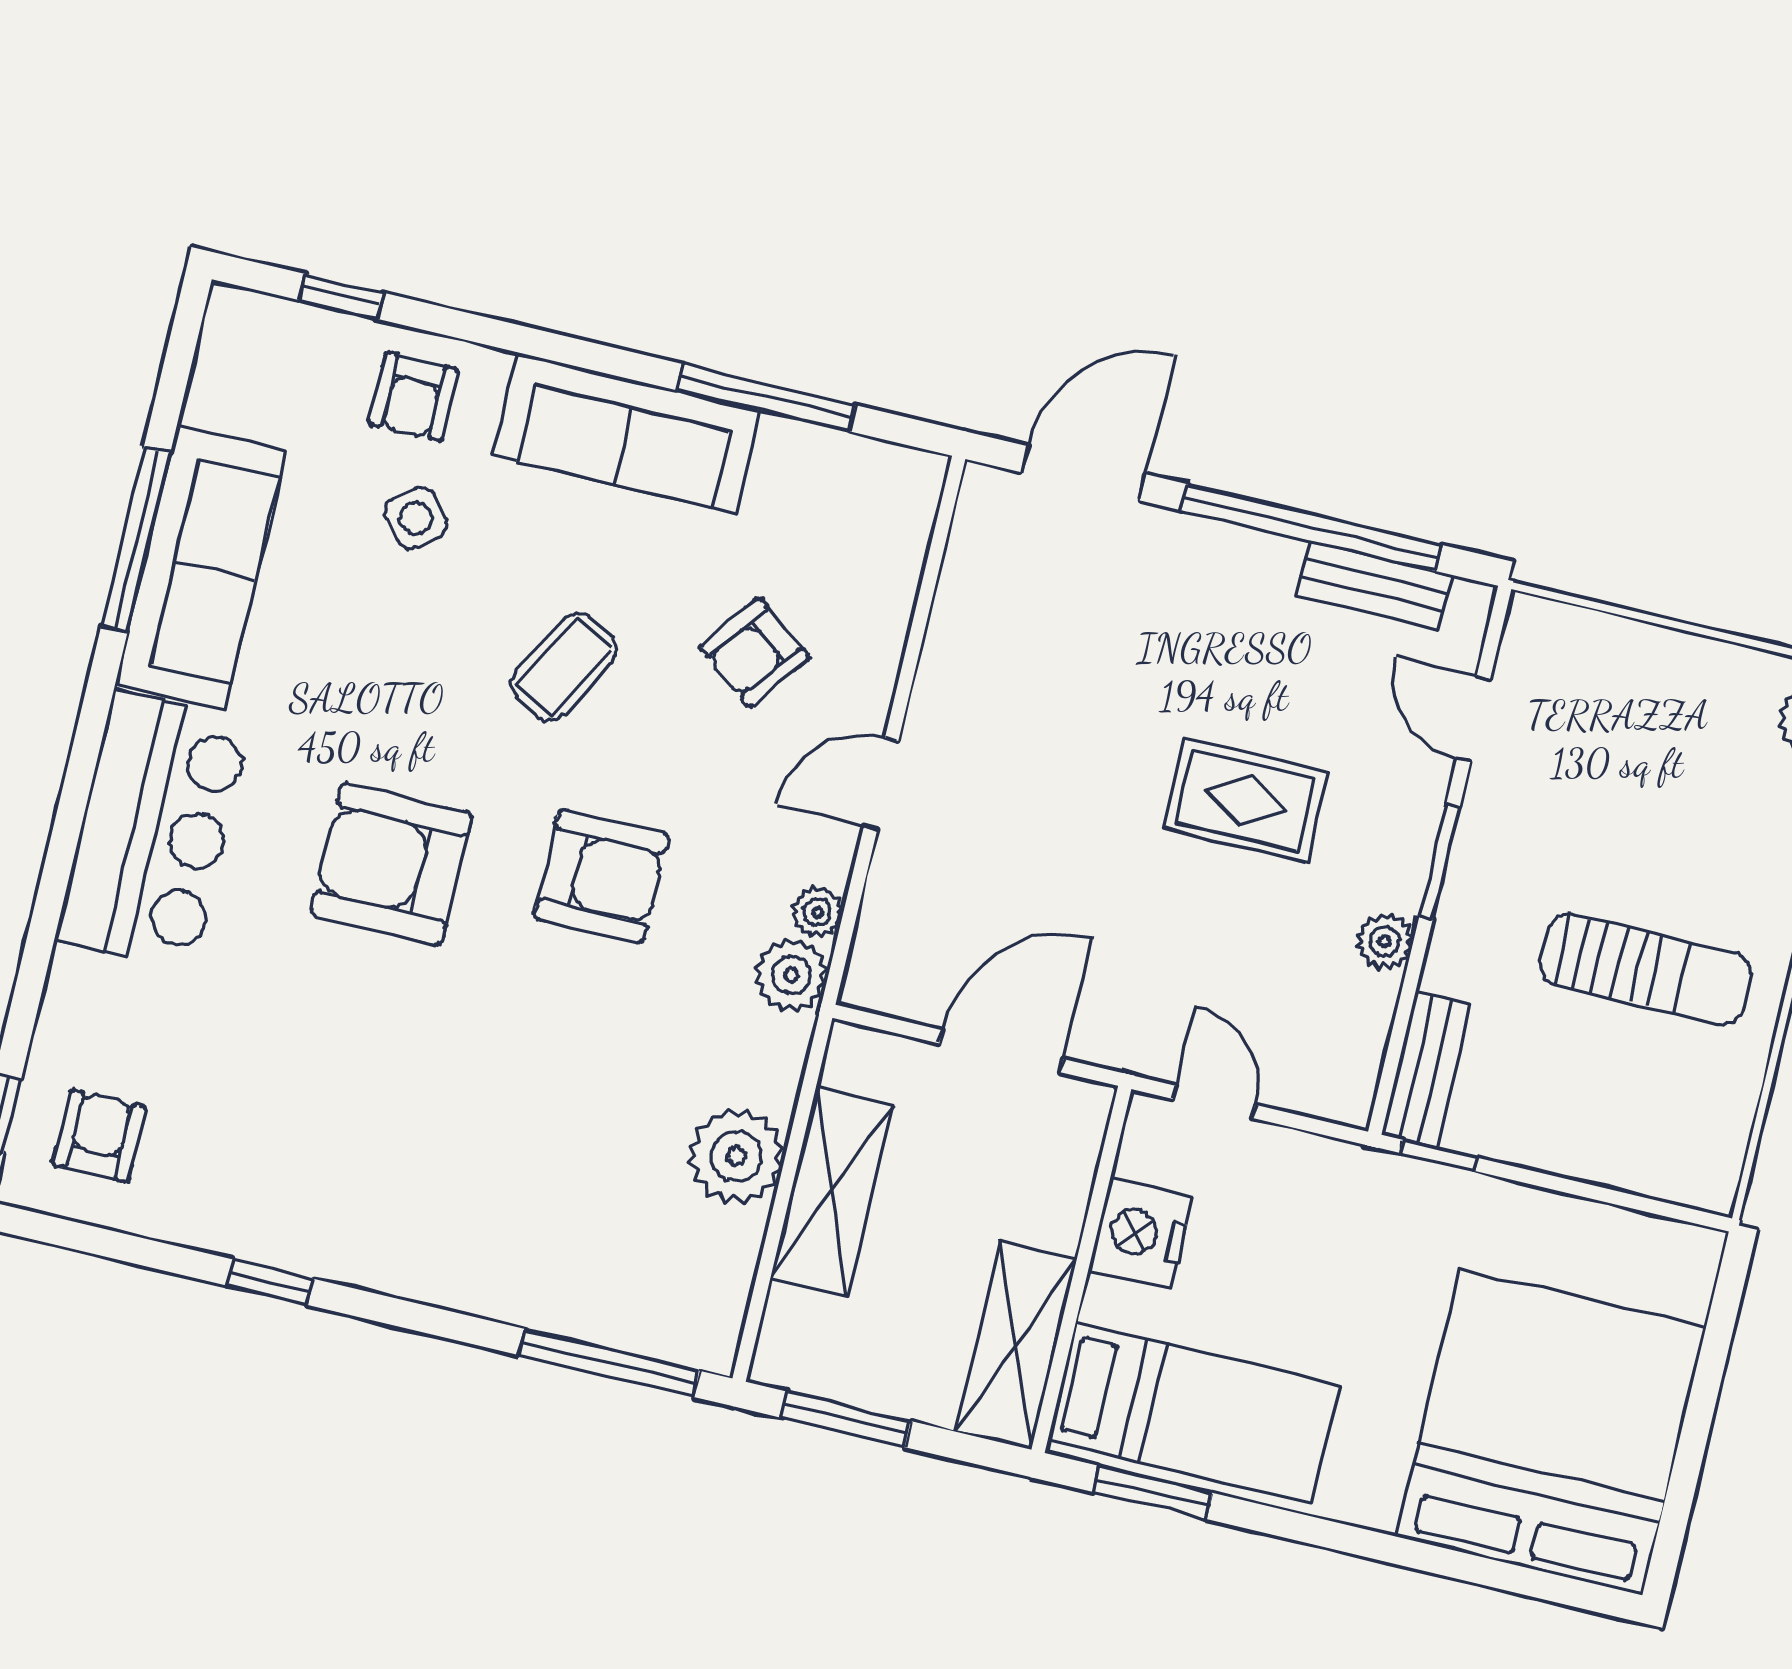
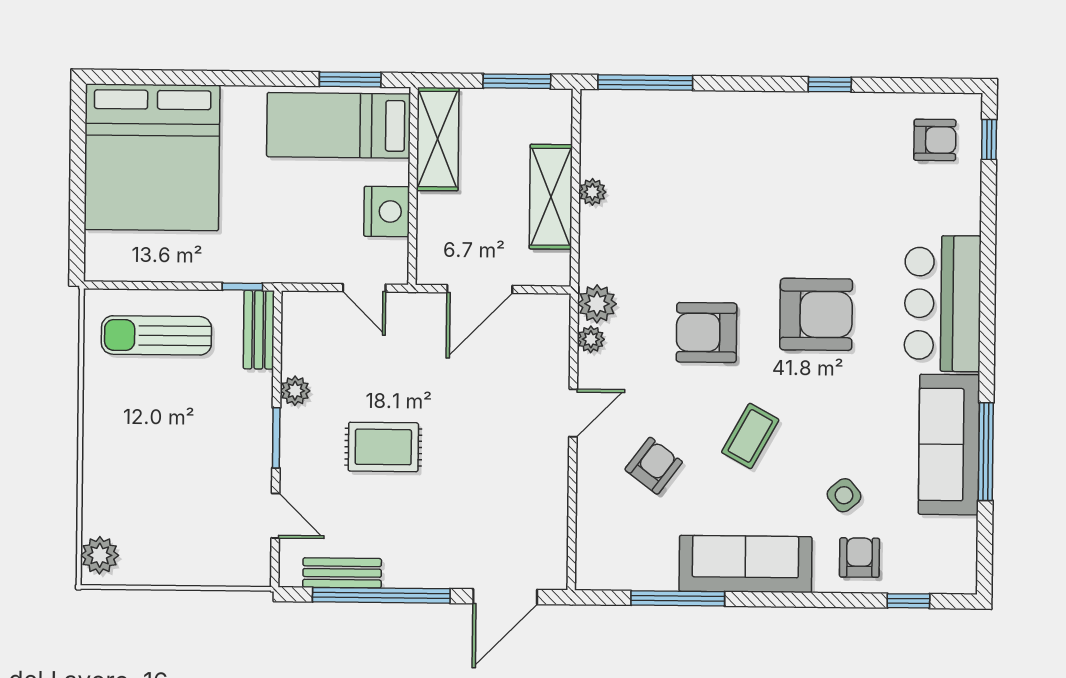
sun lounger: (1646, 969) -> (156, 335), moved
armchair: (99, 1136) -> (935, 140), turned -90
plant: (736, 1156) -> (592, 192), width x0.53, depth x0.53

